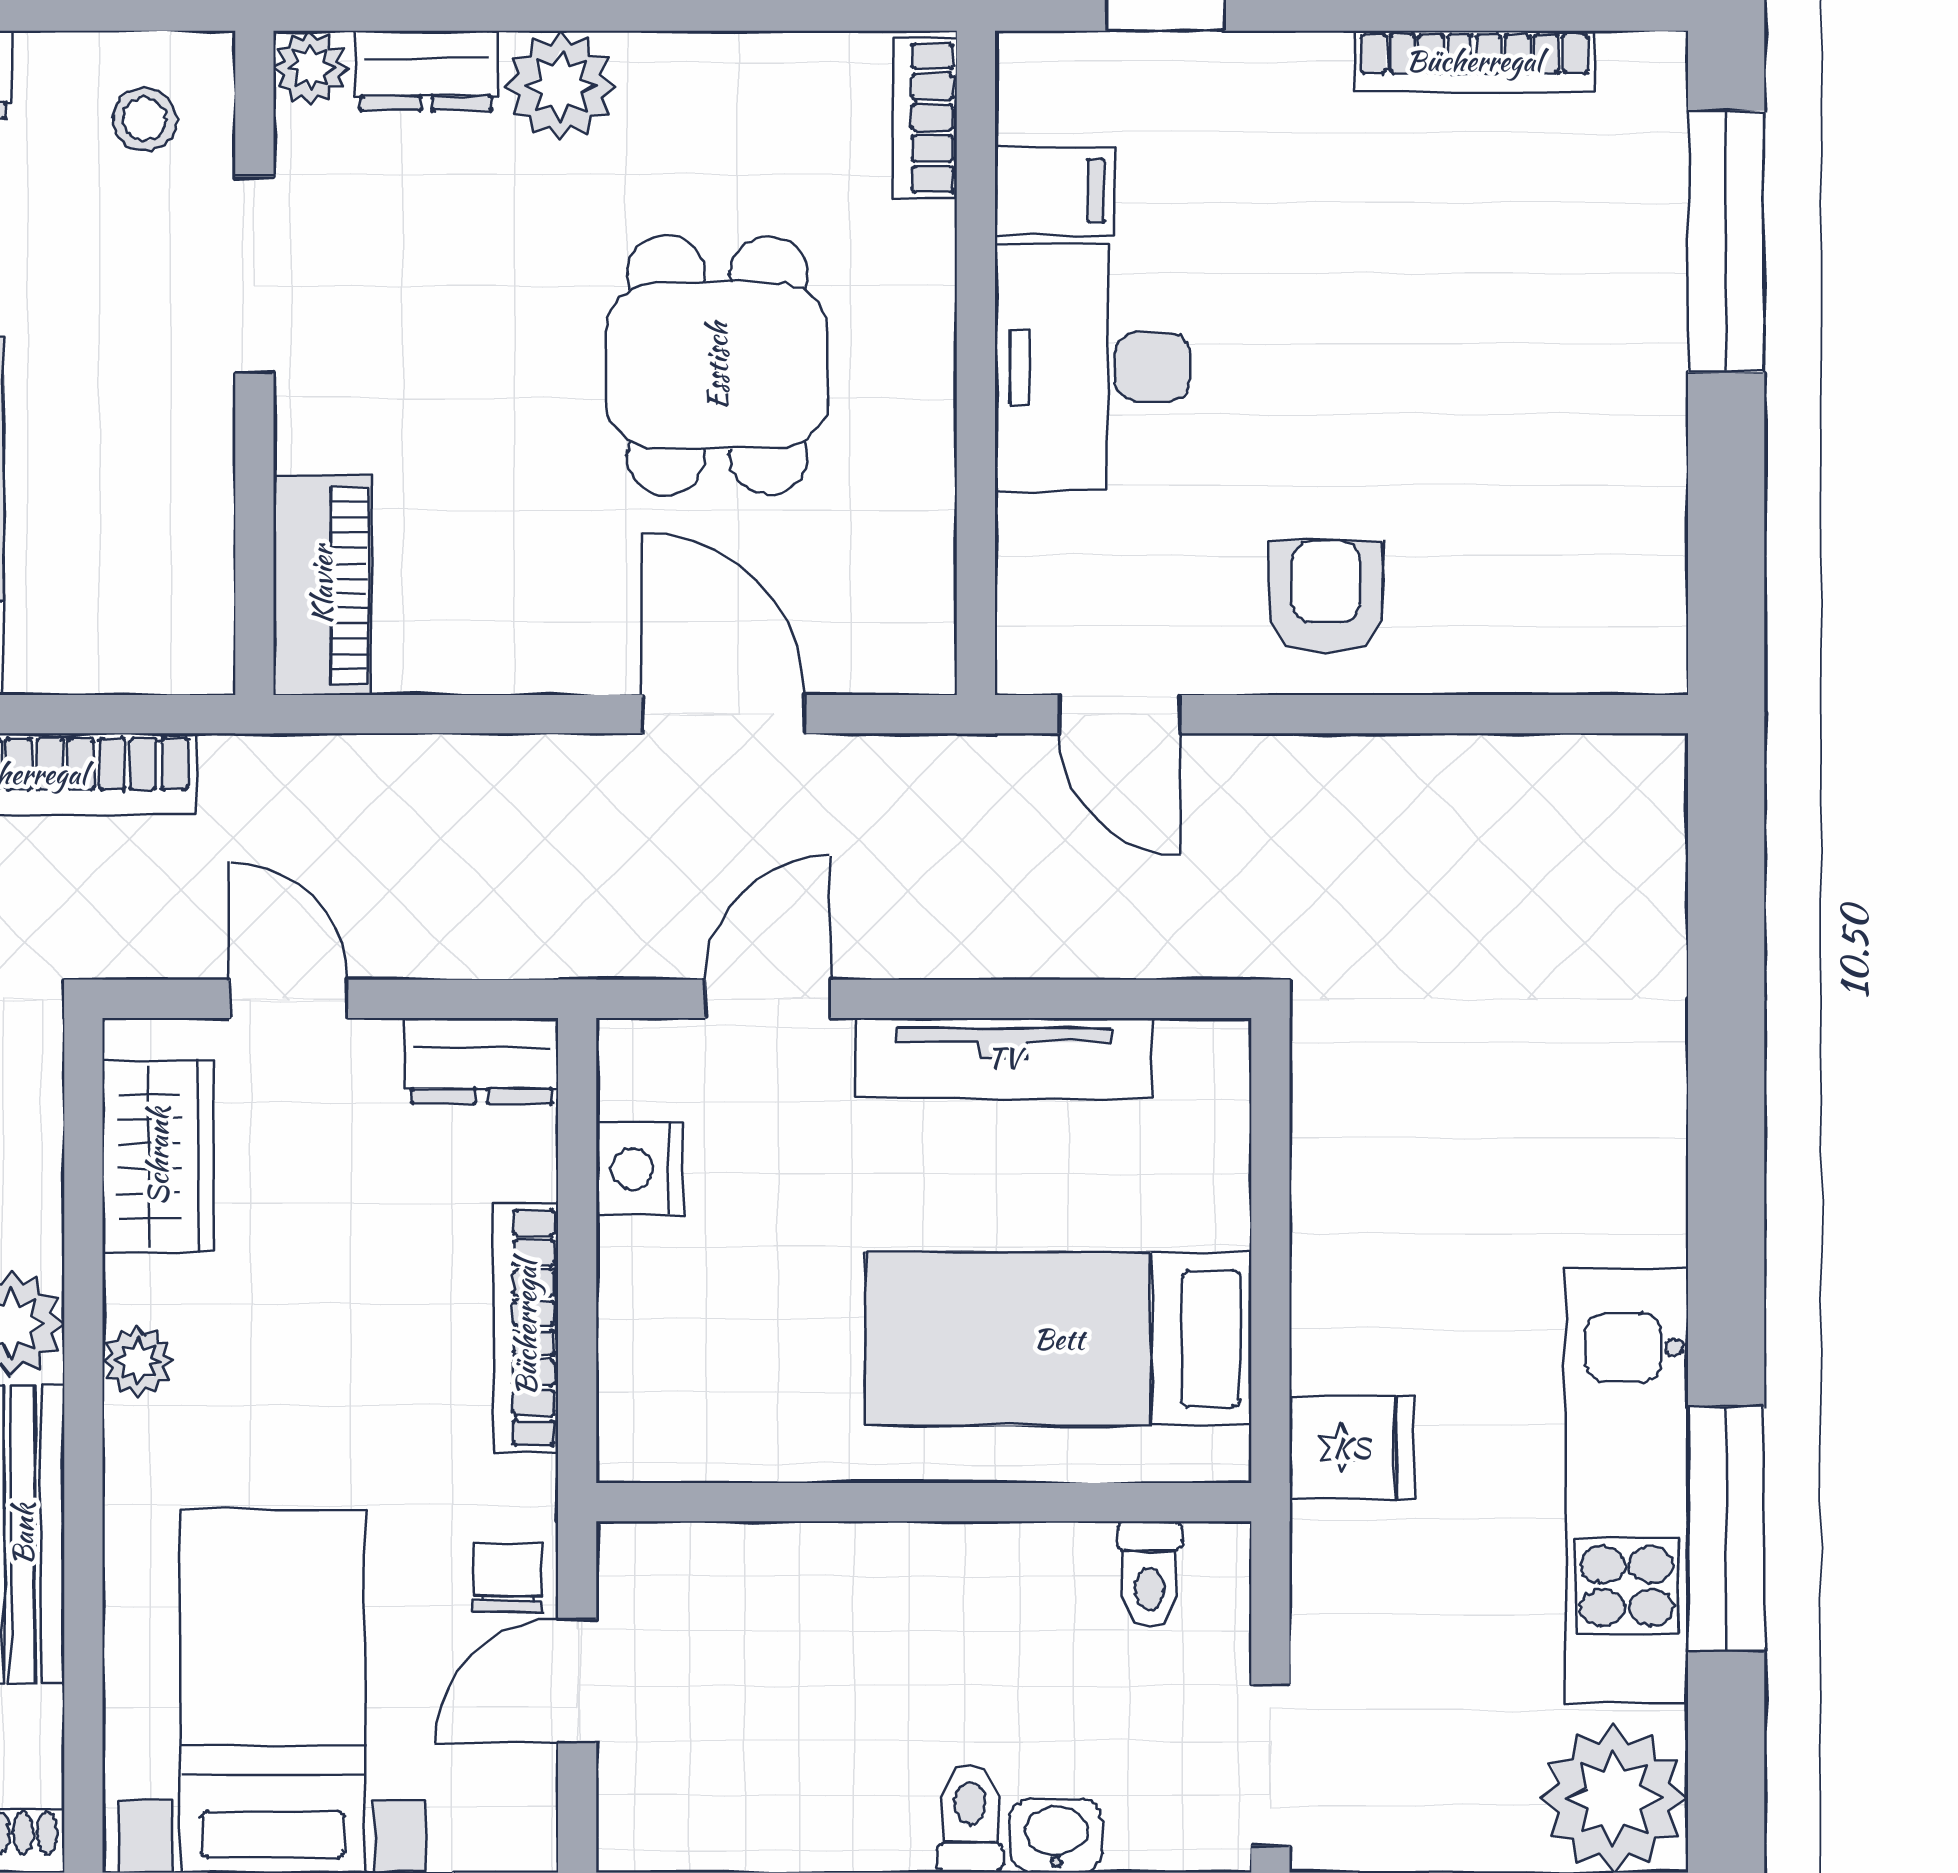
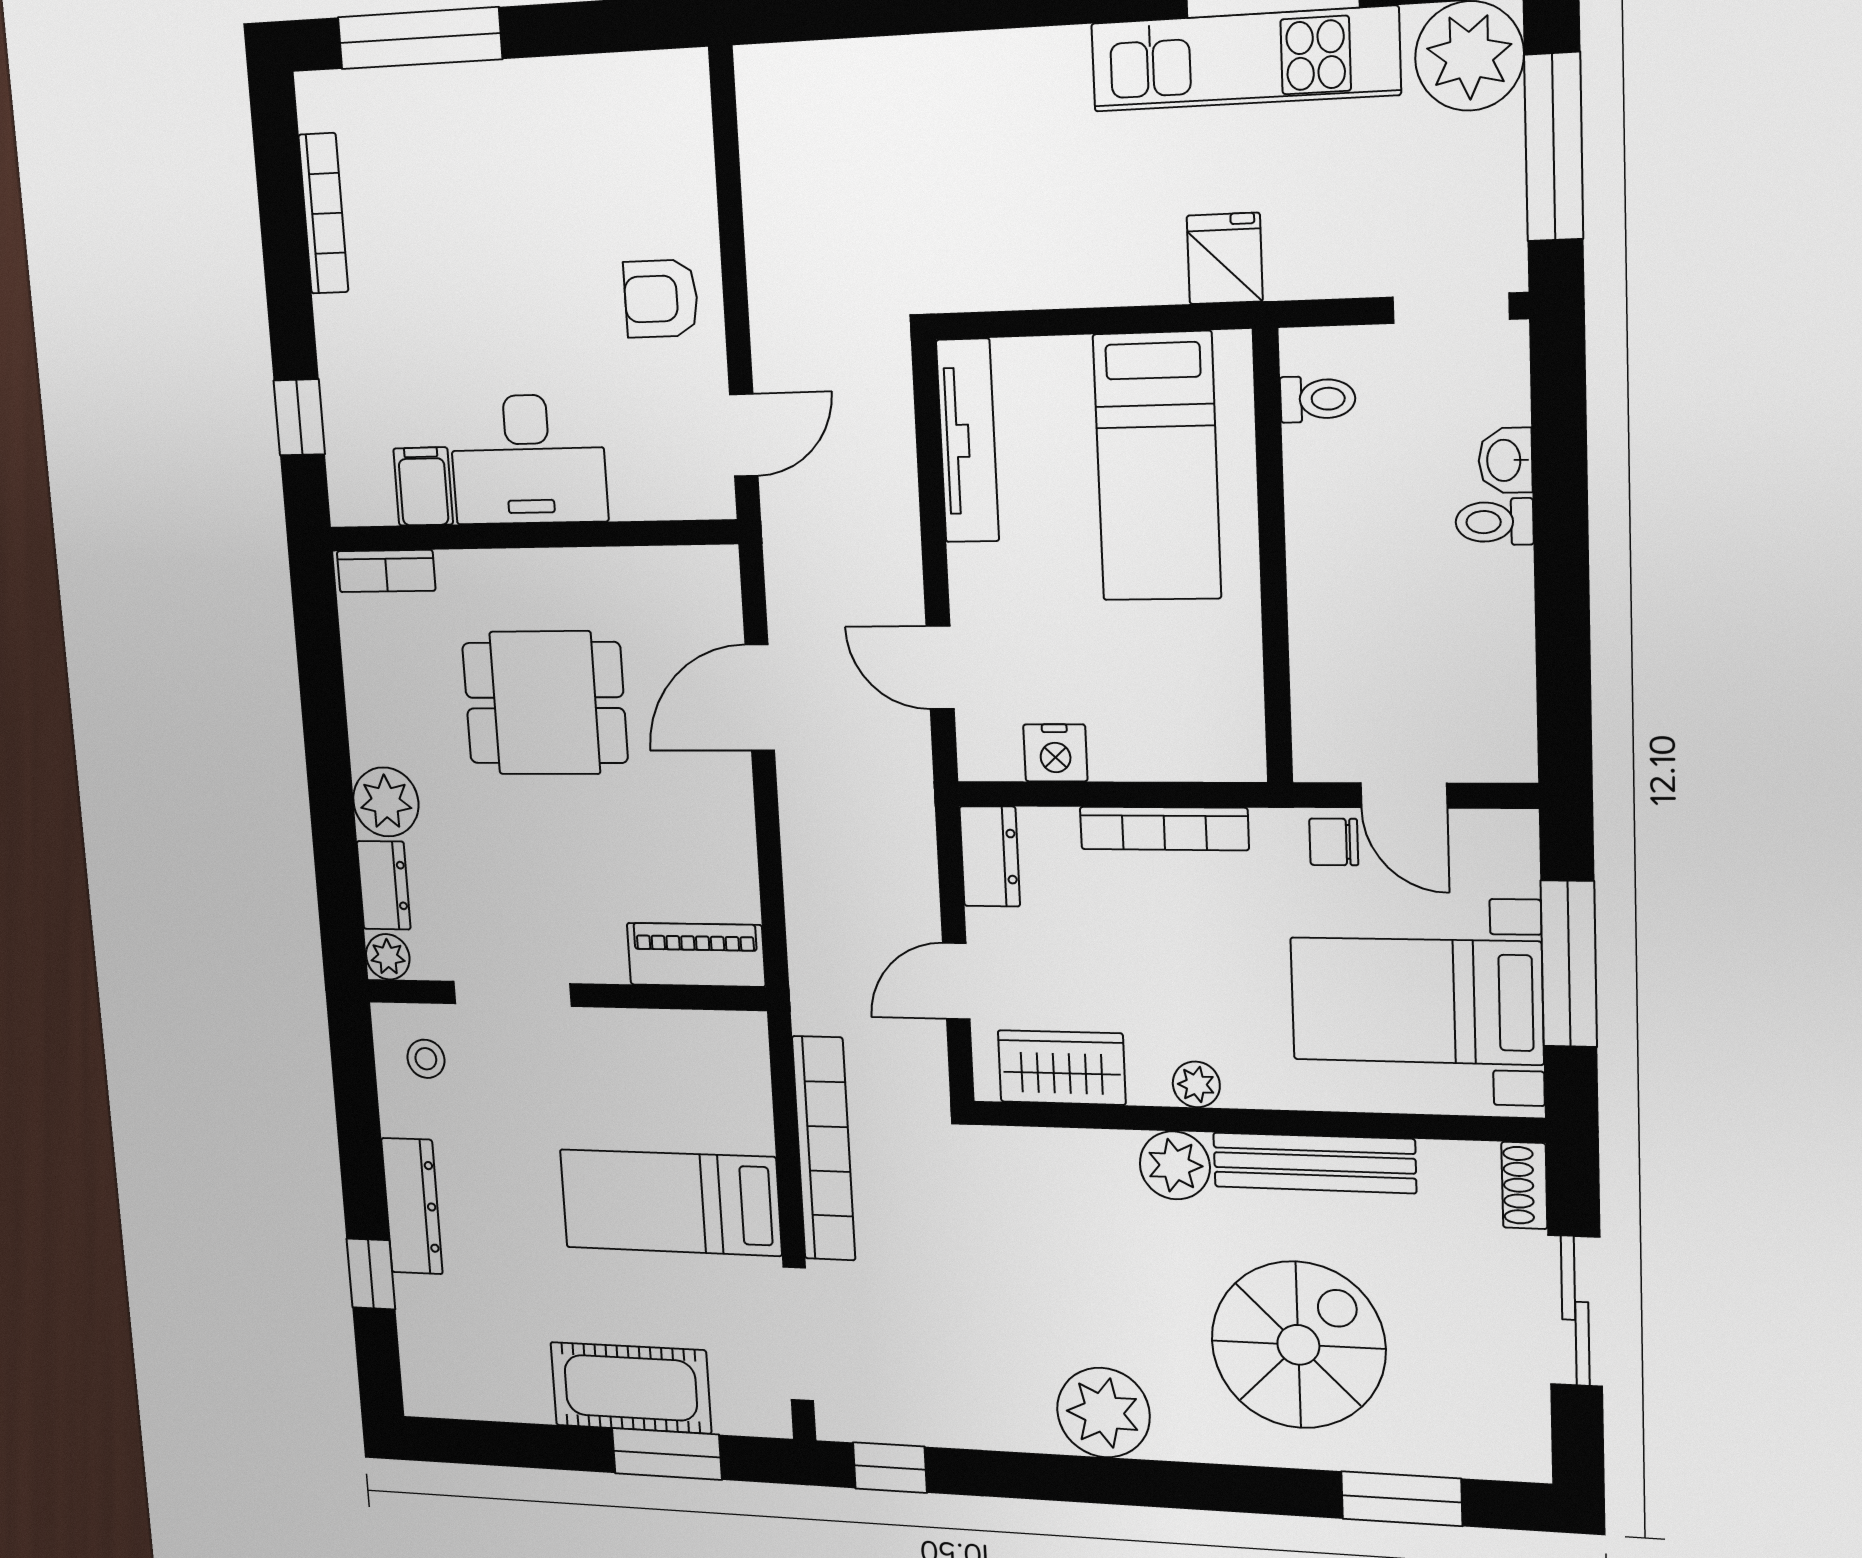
tv unit: (1004, 1058) -> (968, 441), moved

